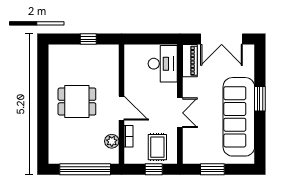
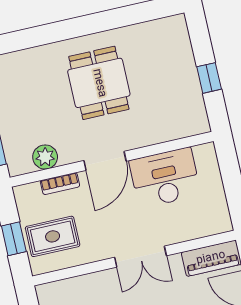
desk: (163, 64) -> (165, 178), moved, turned 180
double door: (180, 113) -> (140, 257), moved

